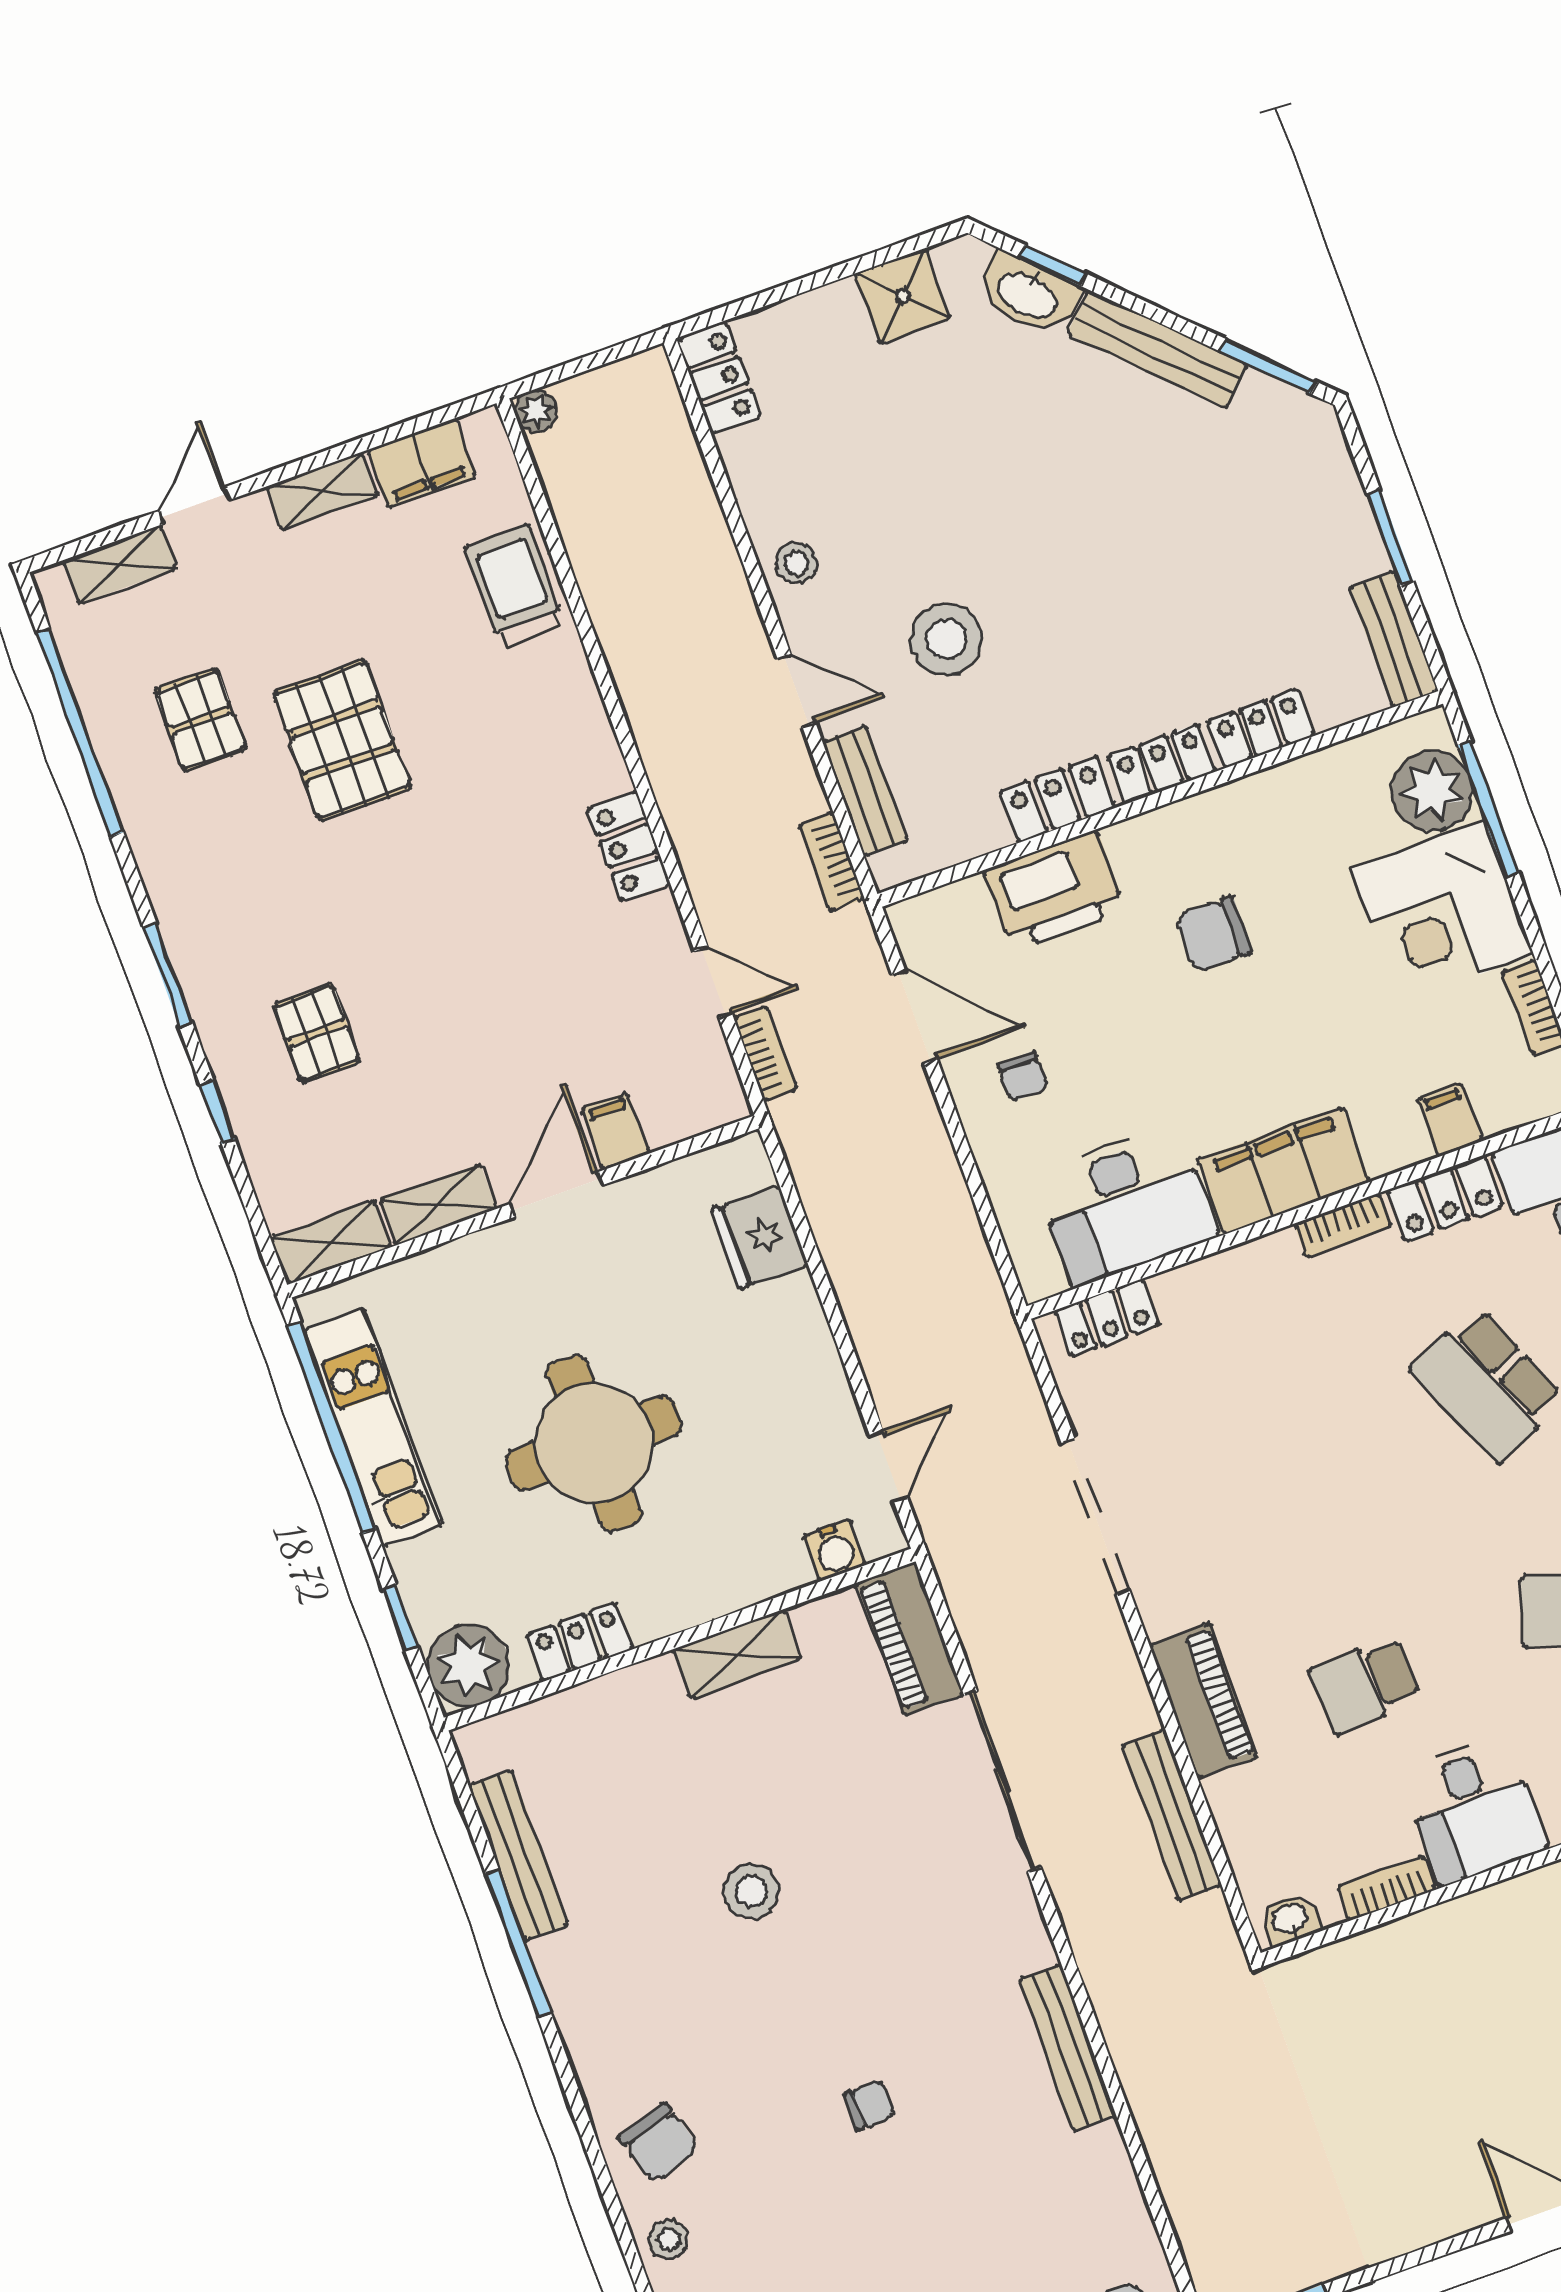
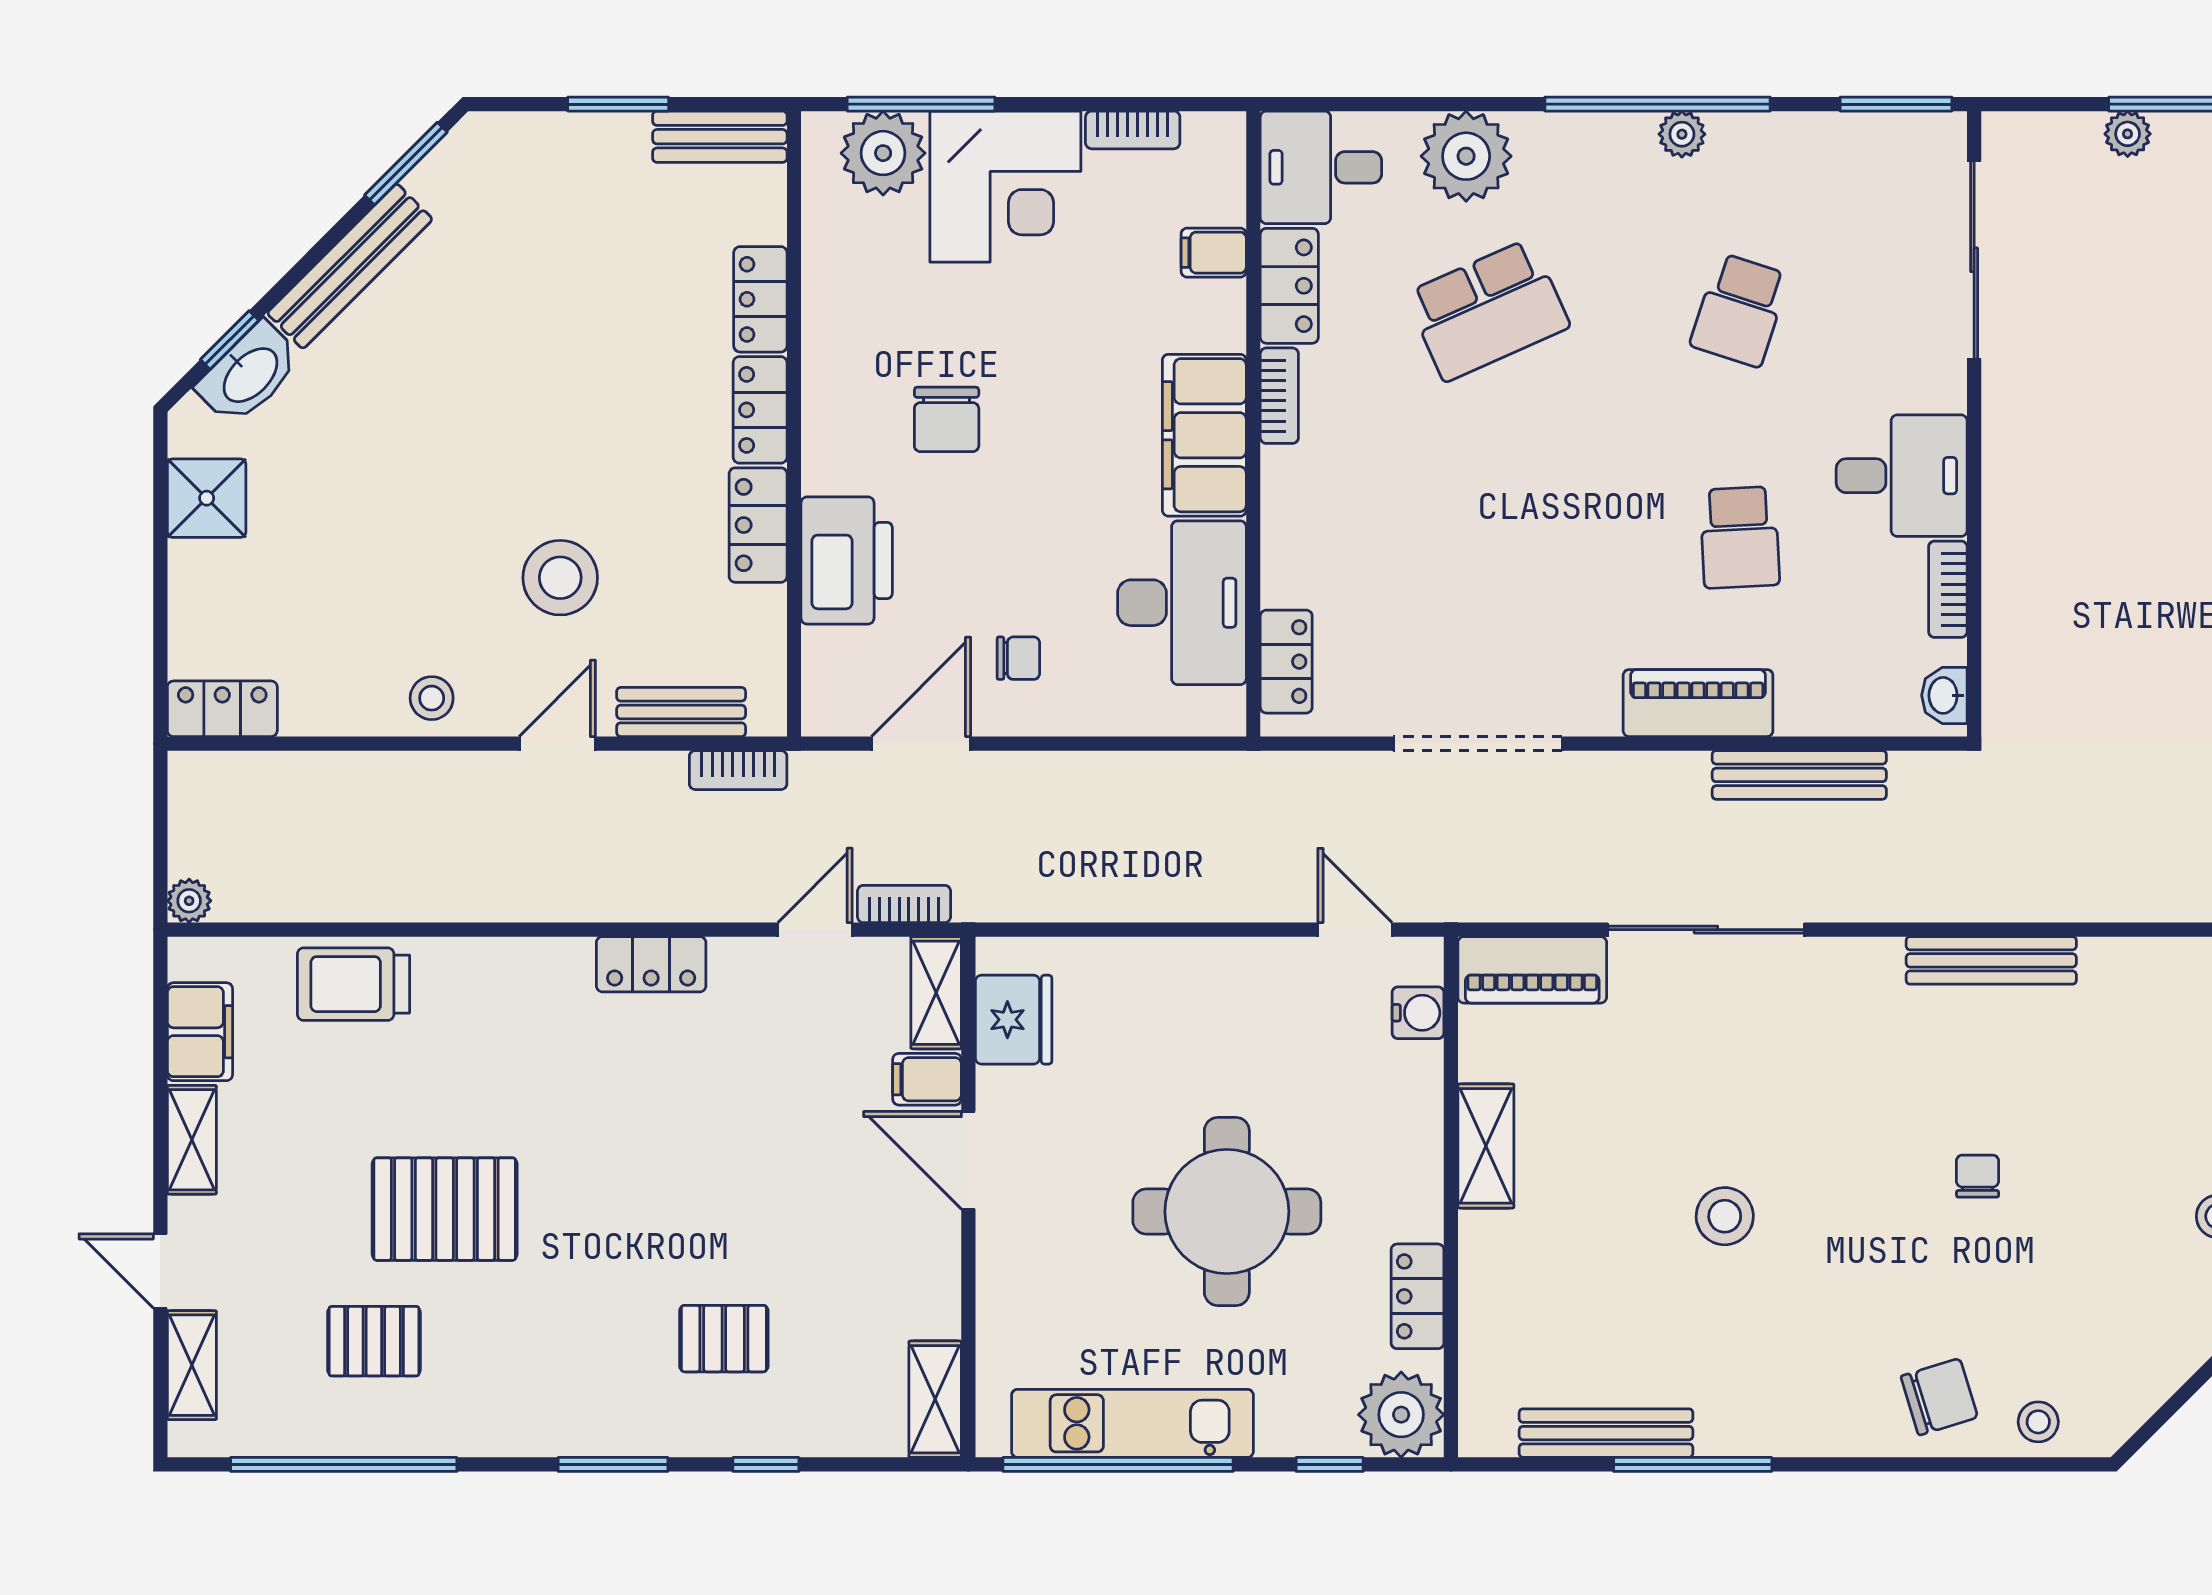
shelving: (438, 1205) -> (936, 993), moved
fridge: (760, 1237) -> (1014, 1020), moved, turned -90

